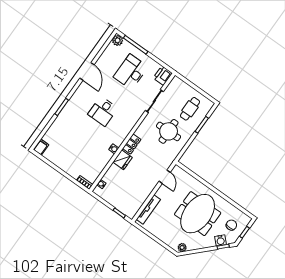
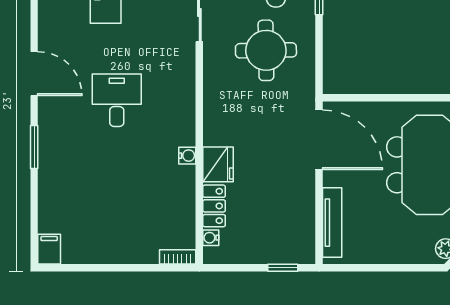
door: (87, 71) -> (34, 74), moved
desk: (103, 111) -> (117, 100), turned 180
locker: (132, 144) -> (214, 206), moved
door: (165, 177) -> (319, 140), width x1.87

